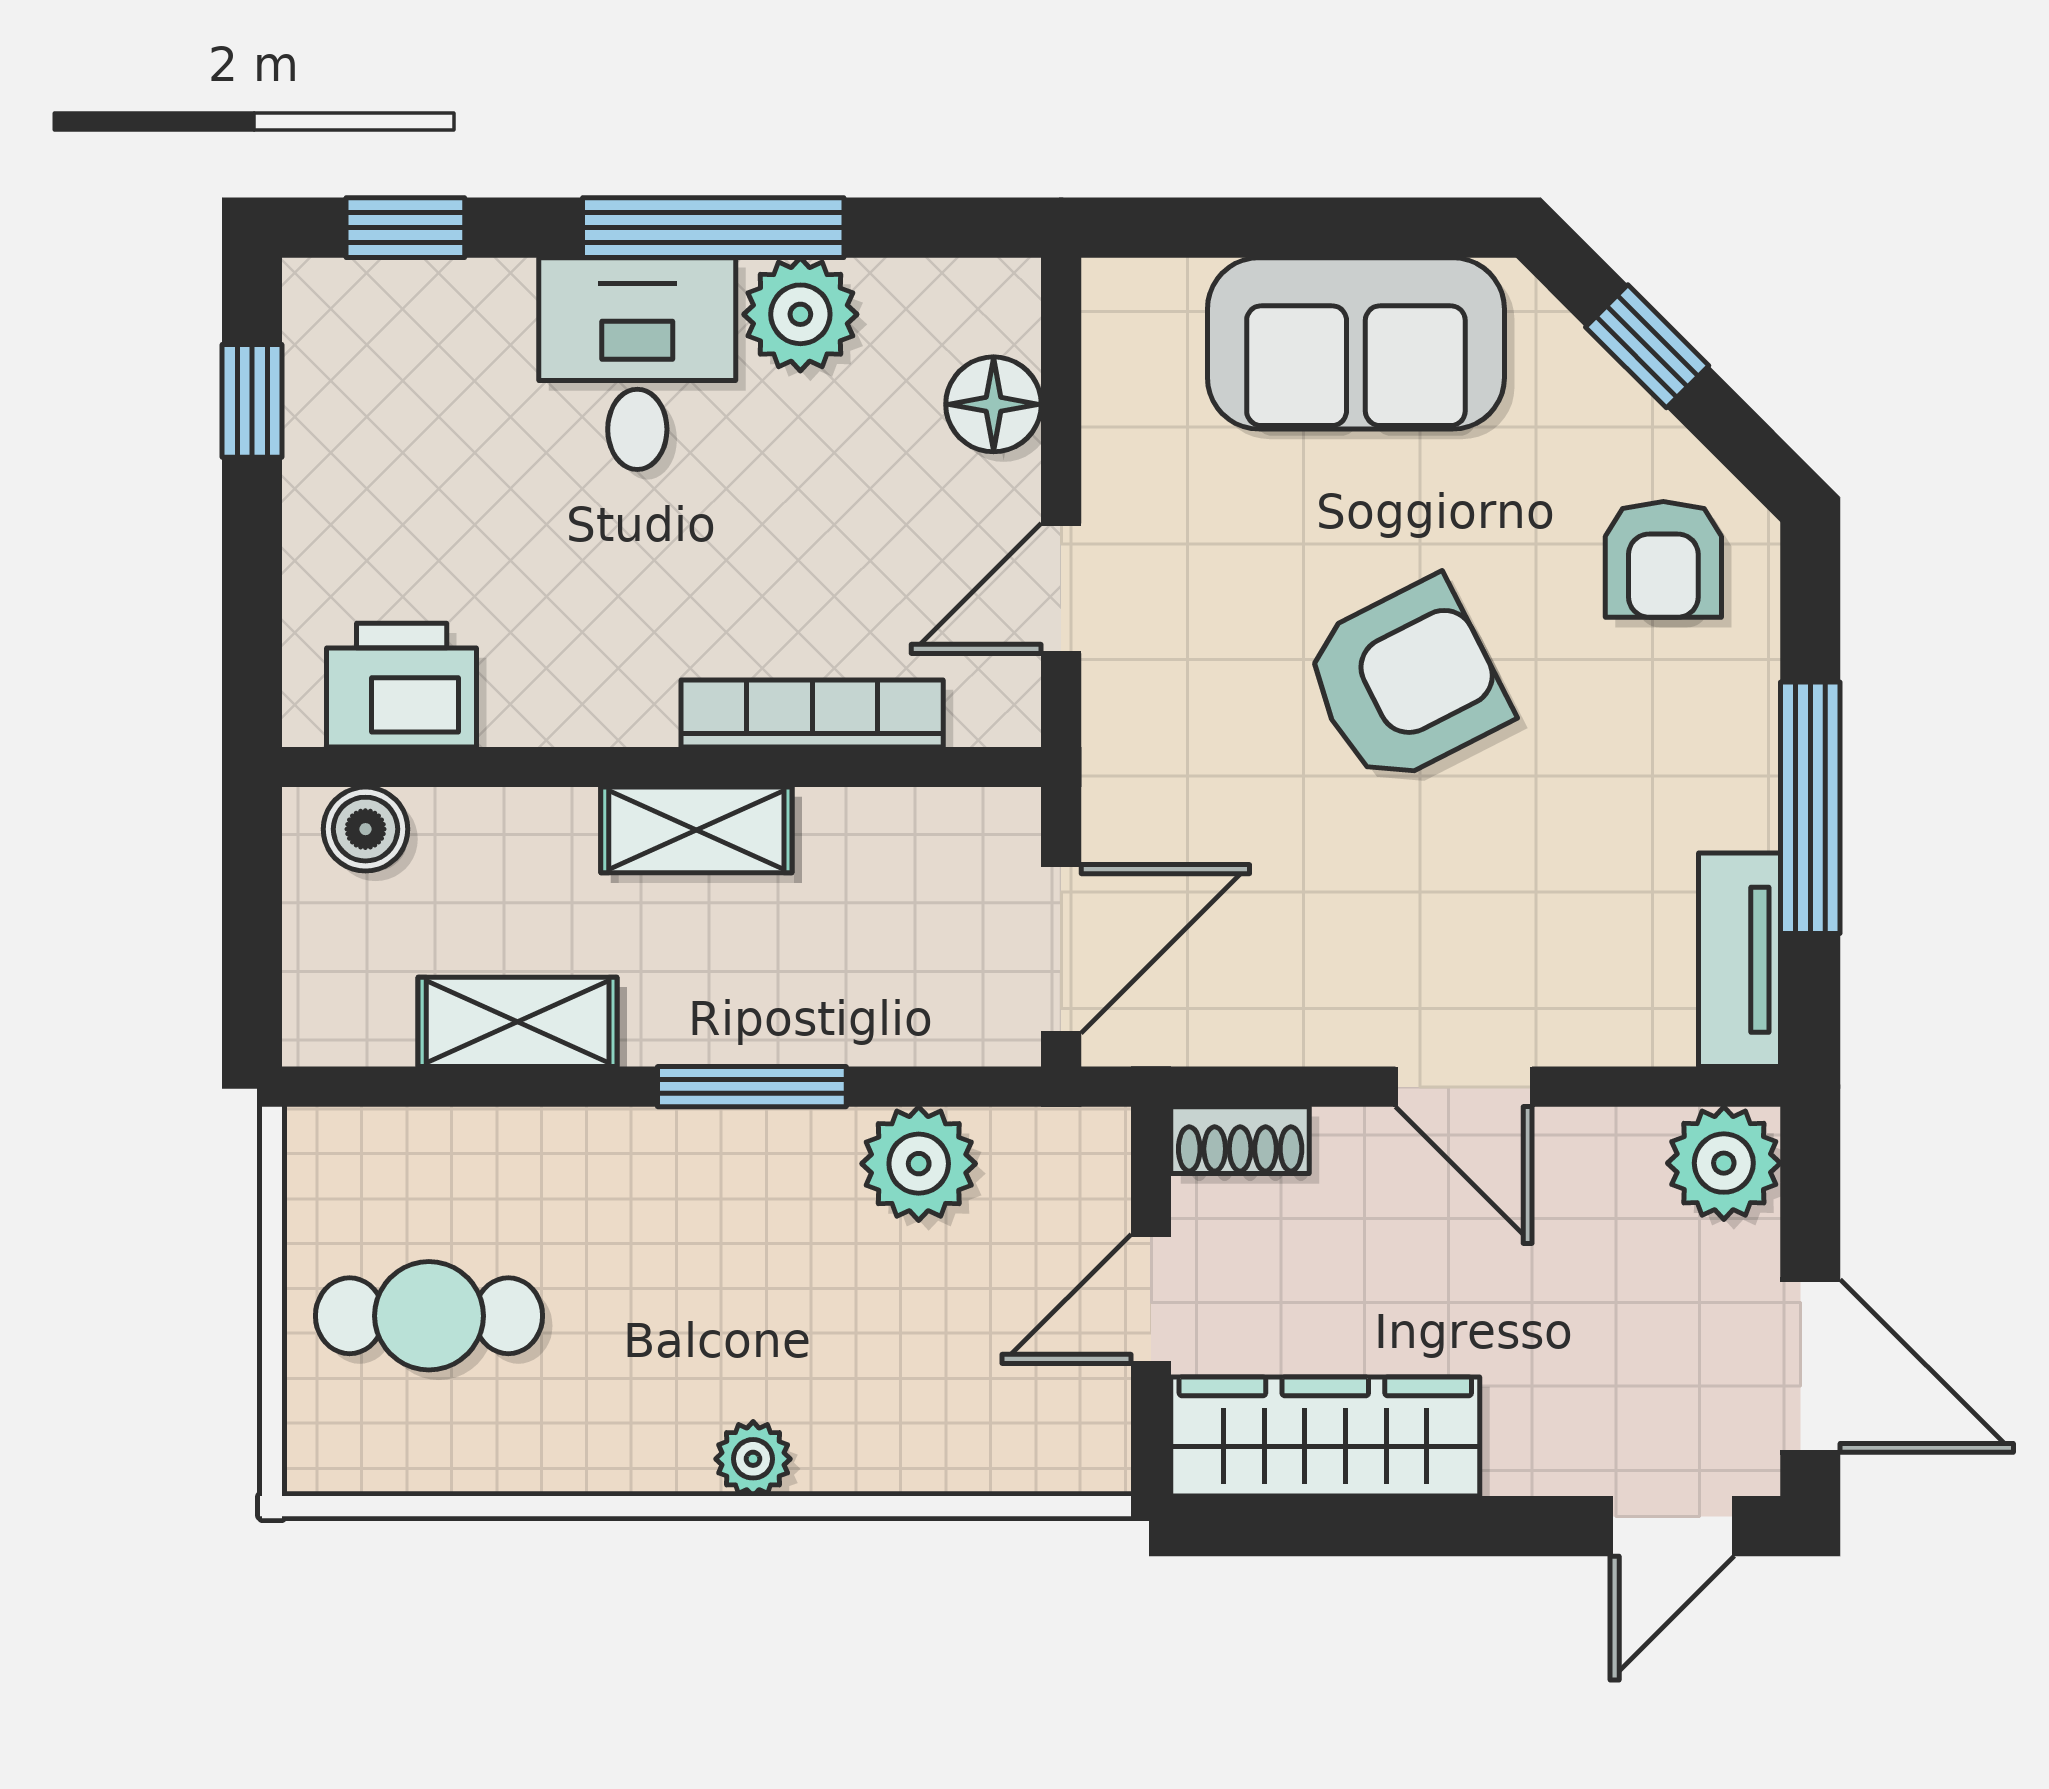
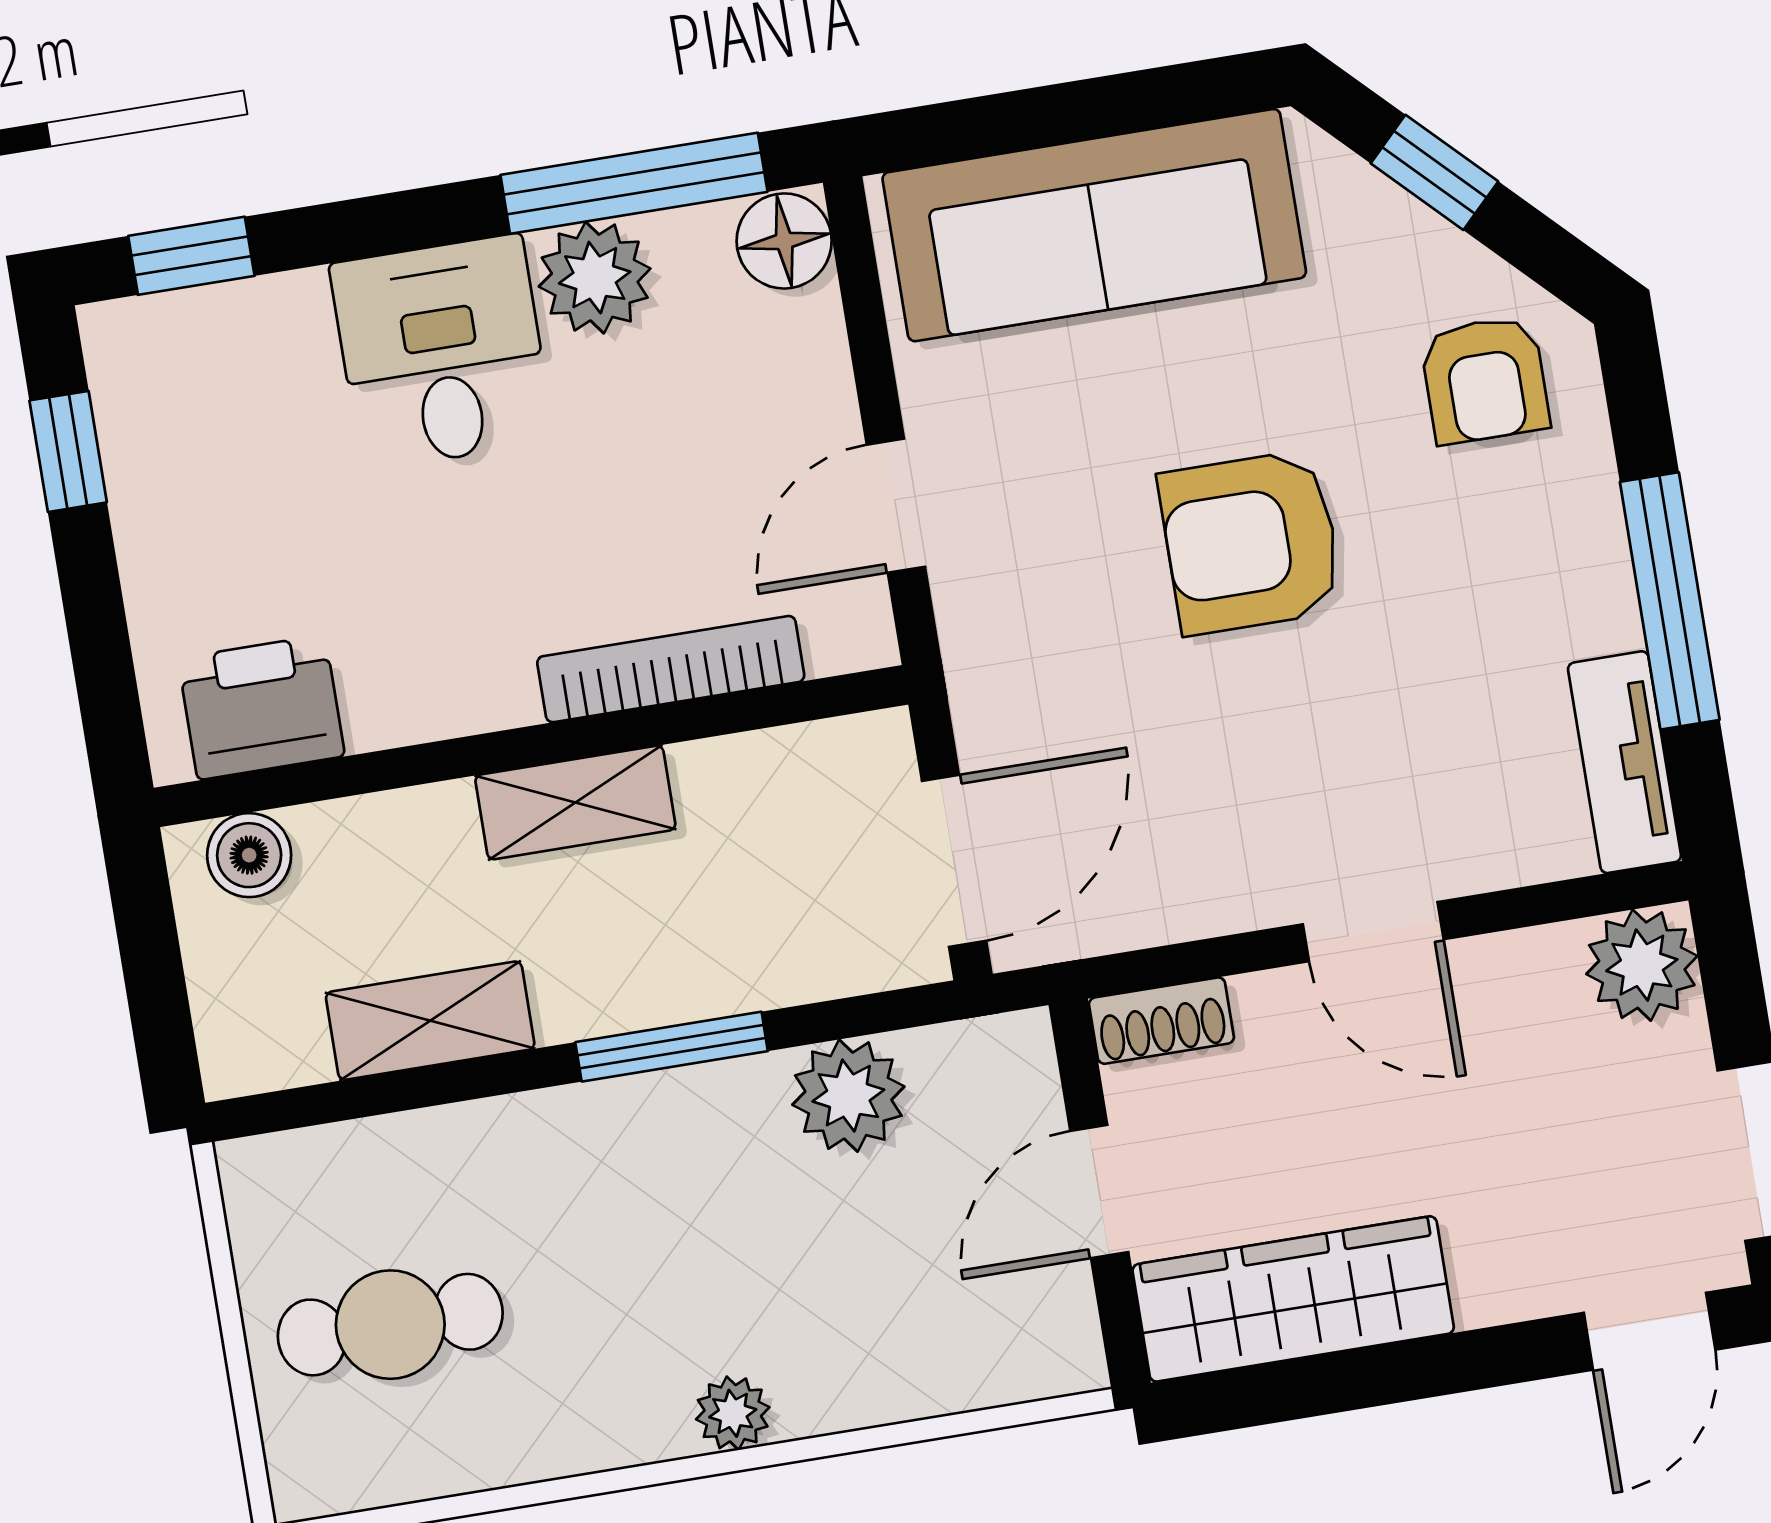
window: (713, 228) -> (634, 183), moved
sofa: (1356, 343) -> (1094, 225), width x1.36
floor lamp: (994, 404) -> (784, 241), moved
armchair: (1406, 682) -> (1251, 542), turned -153

